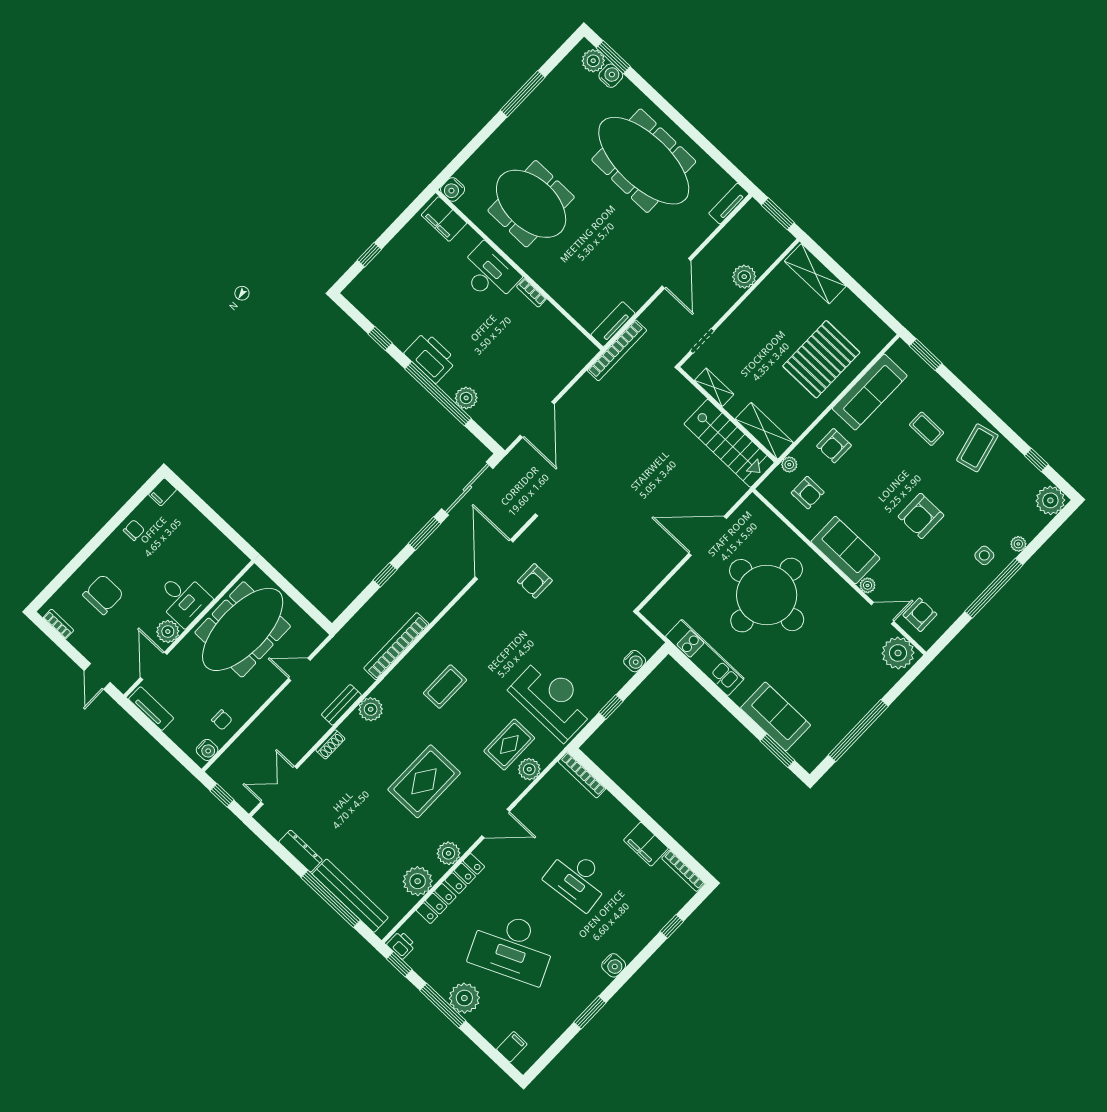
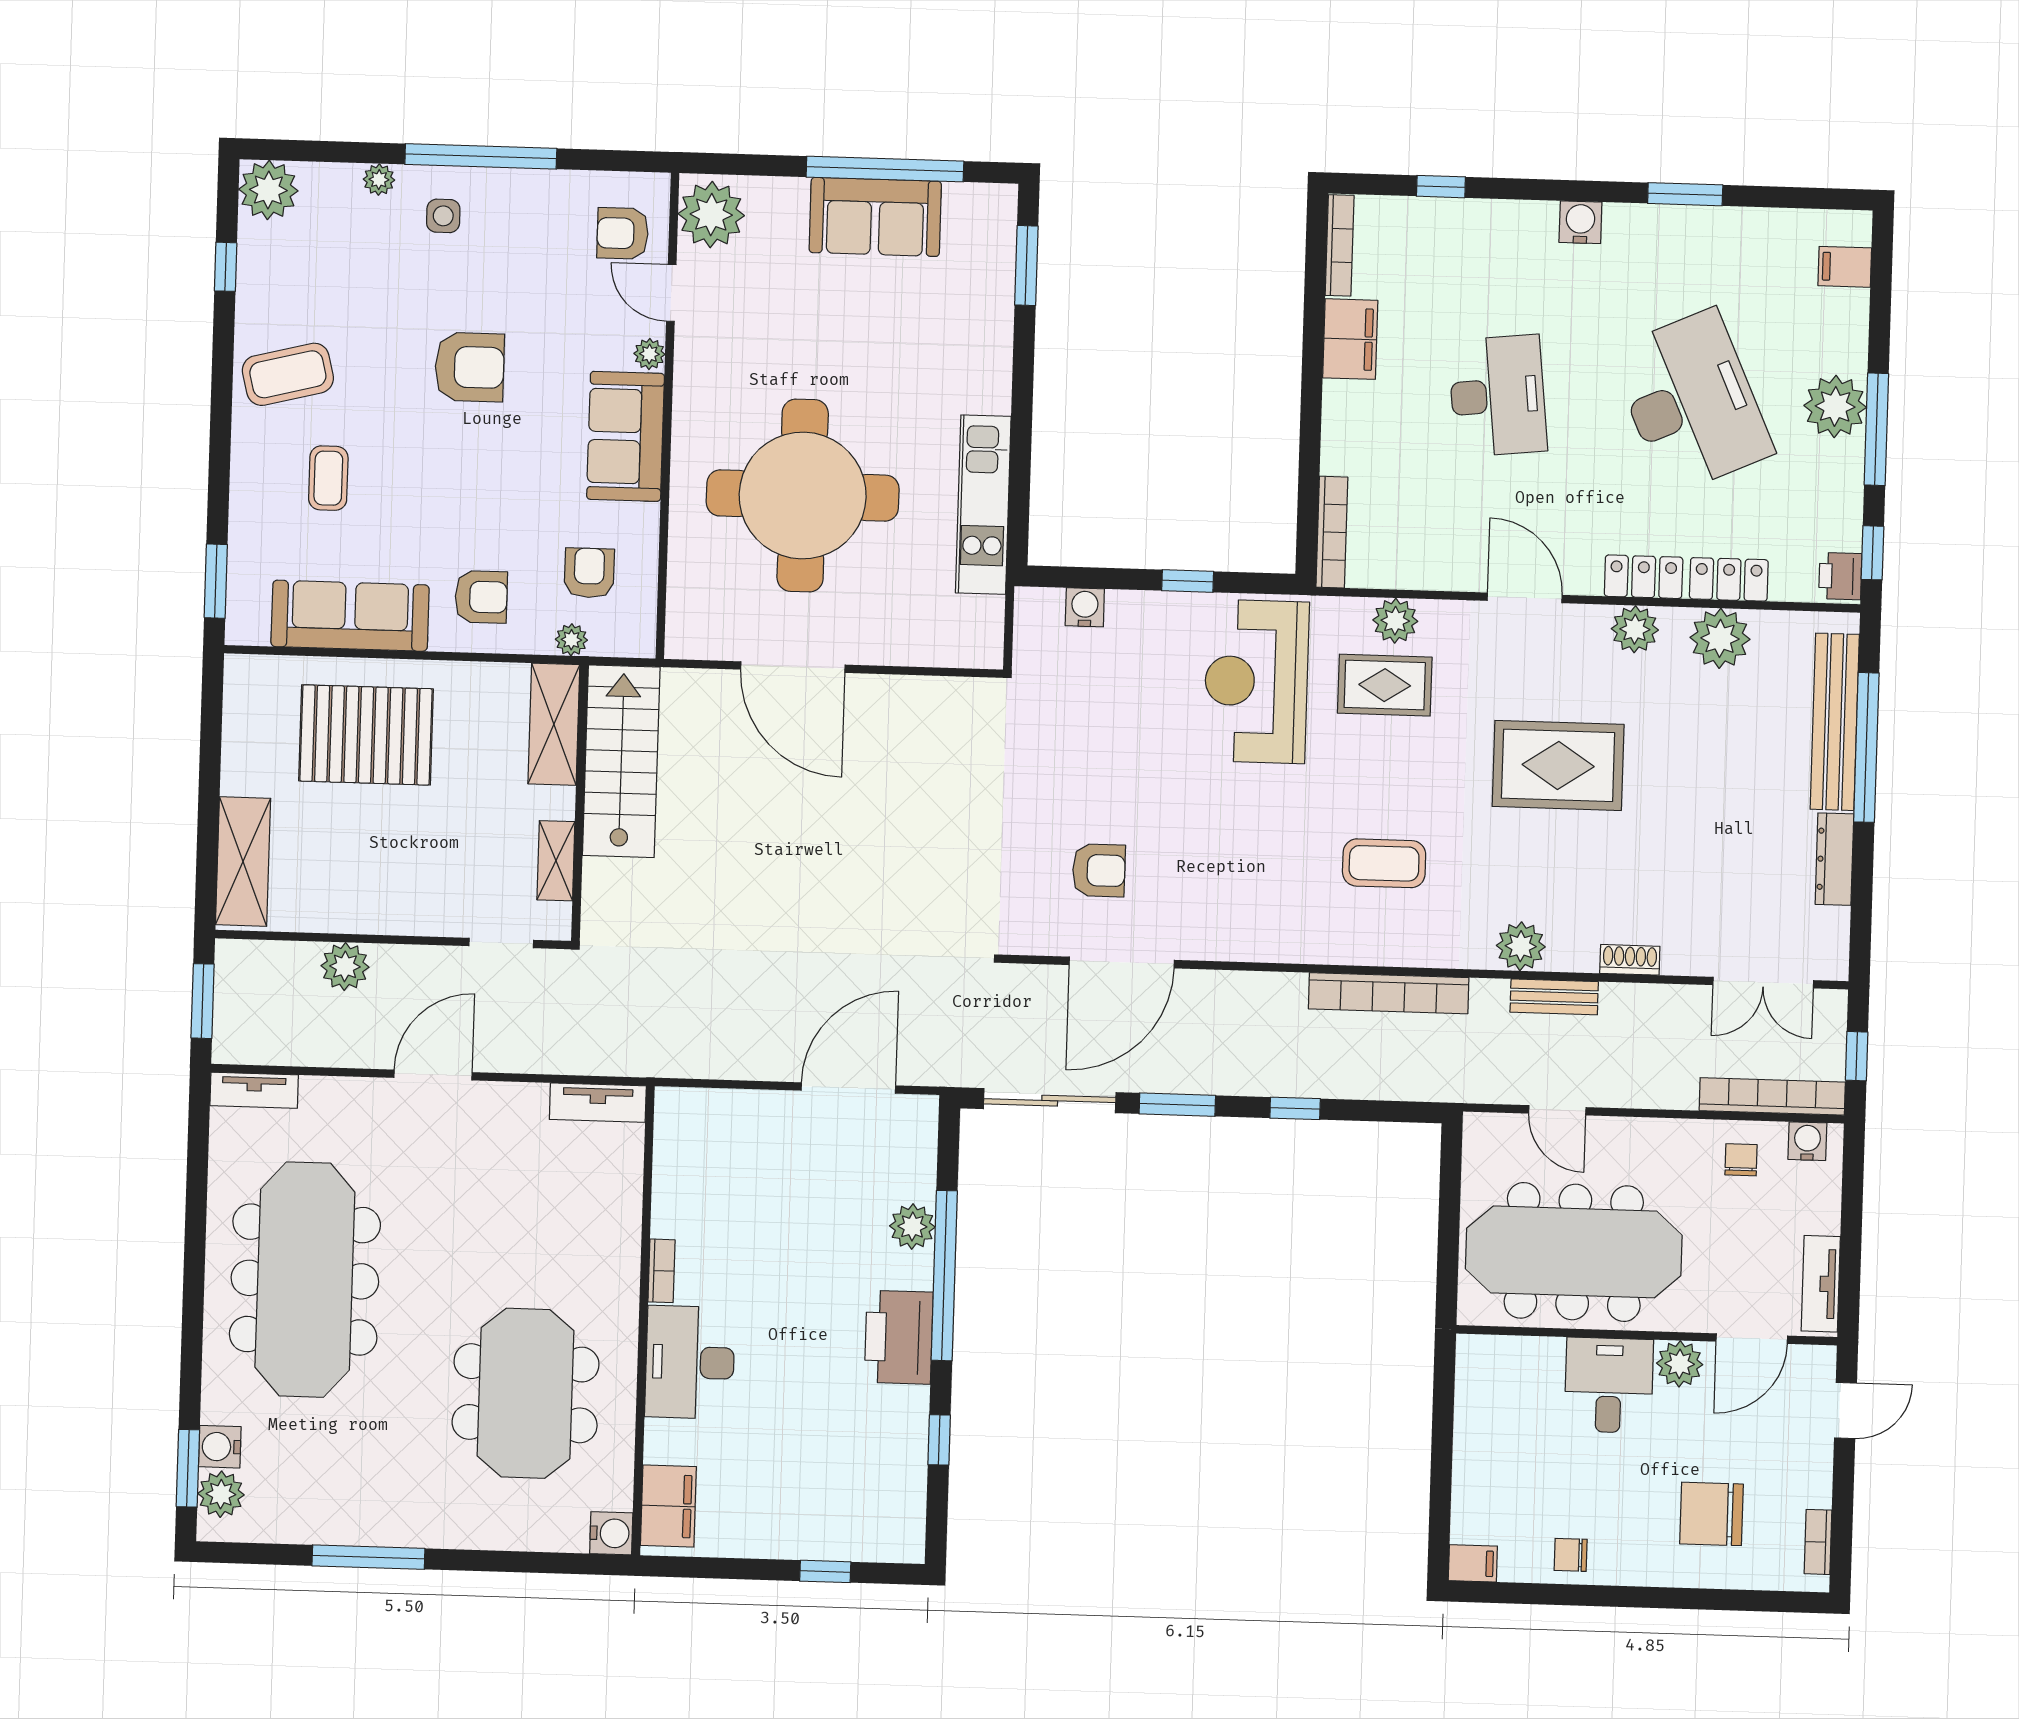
bookcase: (617, 350) -> (1772, 1096), moved
sofa: (776, 717) -> (875, 217), moved, turned -90

